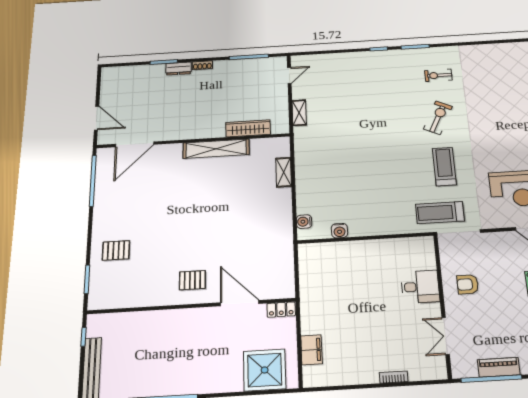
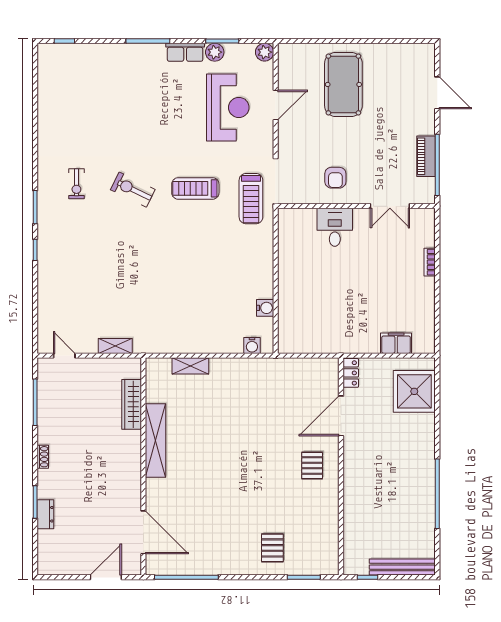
dresser: (179, 69) -> (45, 514), moved

